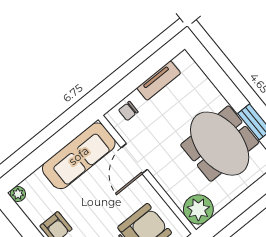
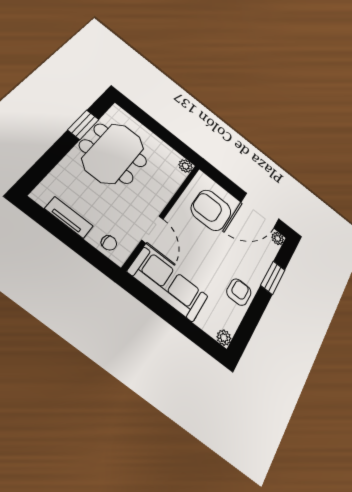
door: (134, 159) -> (153, 229), hinge flipped
plant: (198, 209) -> (186, 166), width x0.53, depth x0.53

